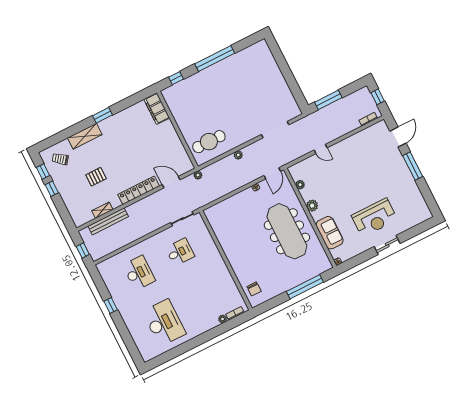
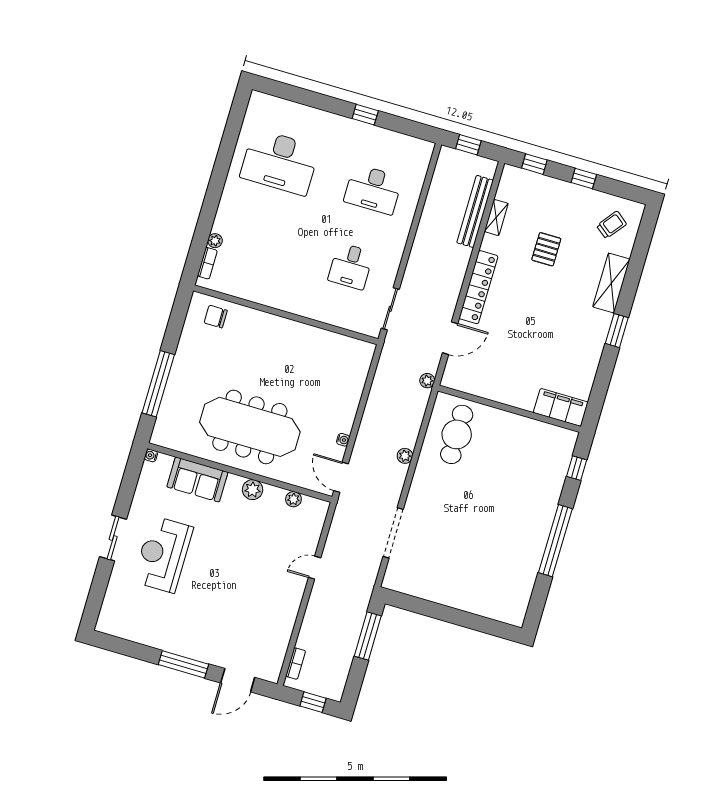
door: (398, 137) -> (238, 680), hinge flipped
window: (43, 171) -> (534, 164), moved

